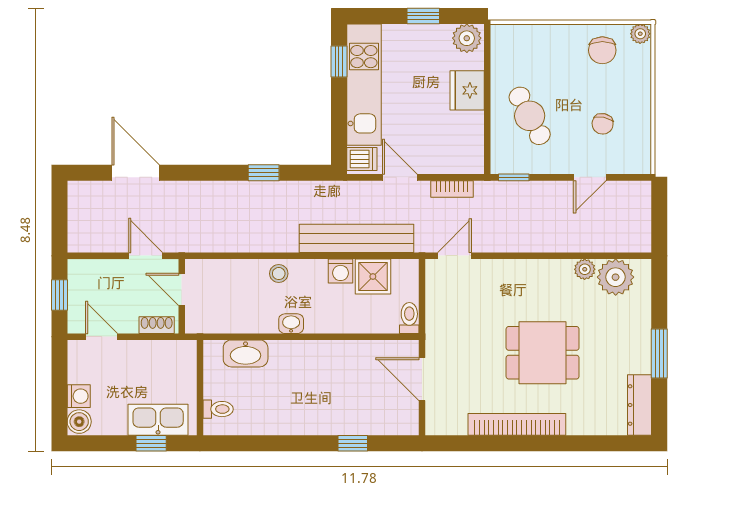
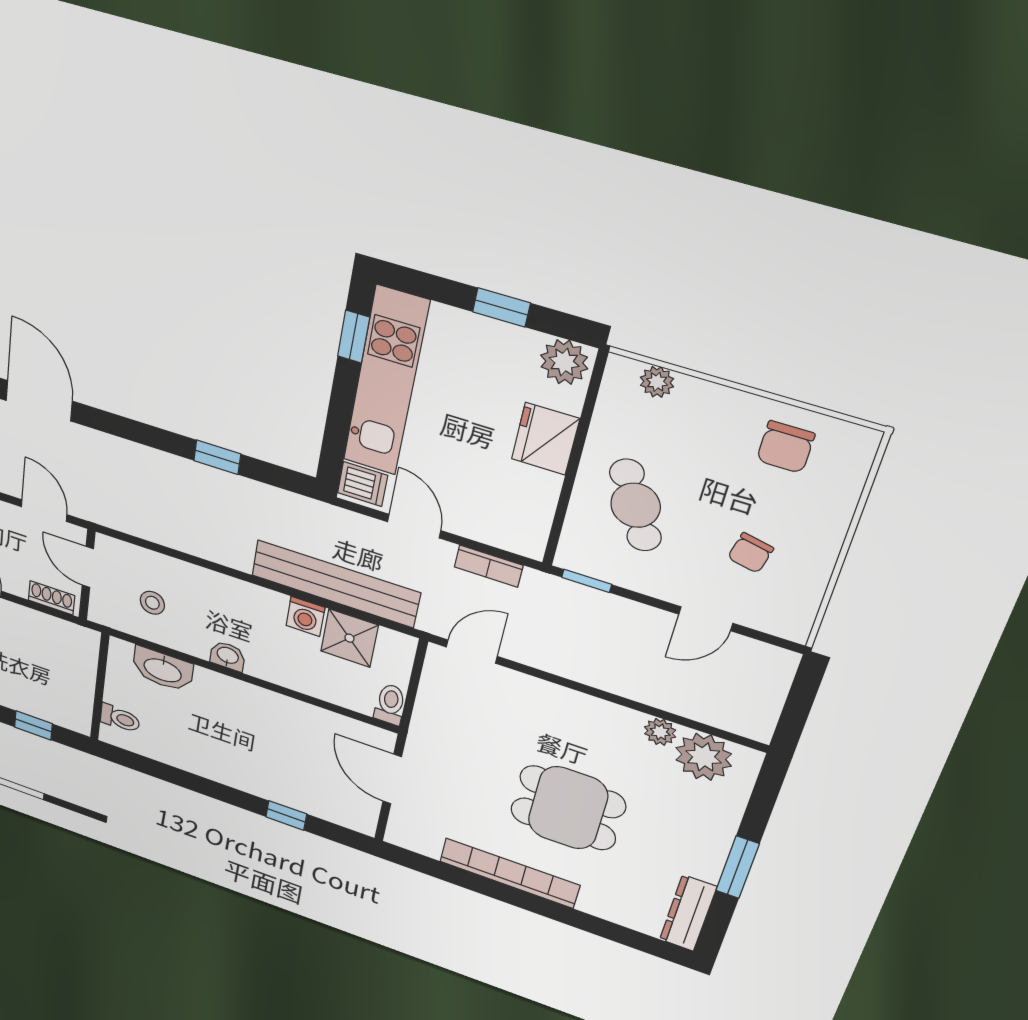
plant: (640, 34) -> (657, 382), moved
stool: (279, 274) -> (152, 603), moved
kitchen sink: (158, 420) -> (44, 704), removed

